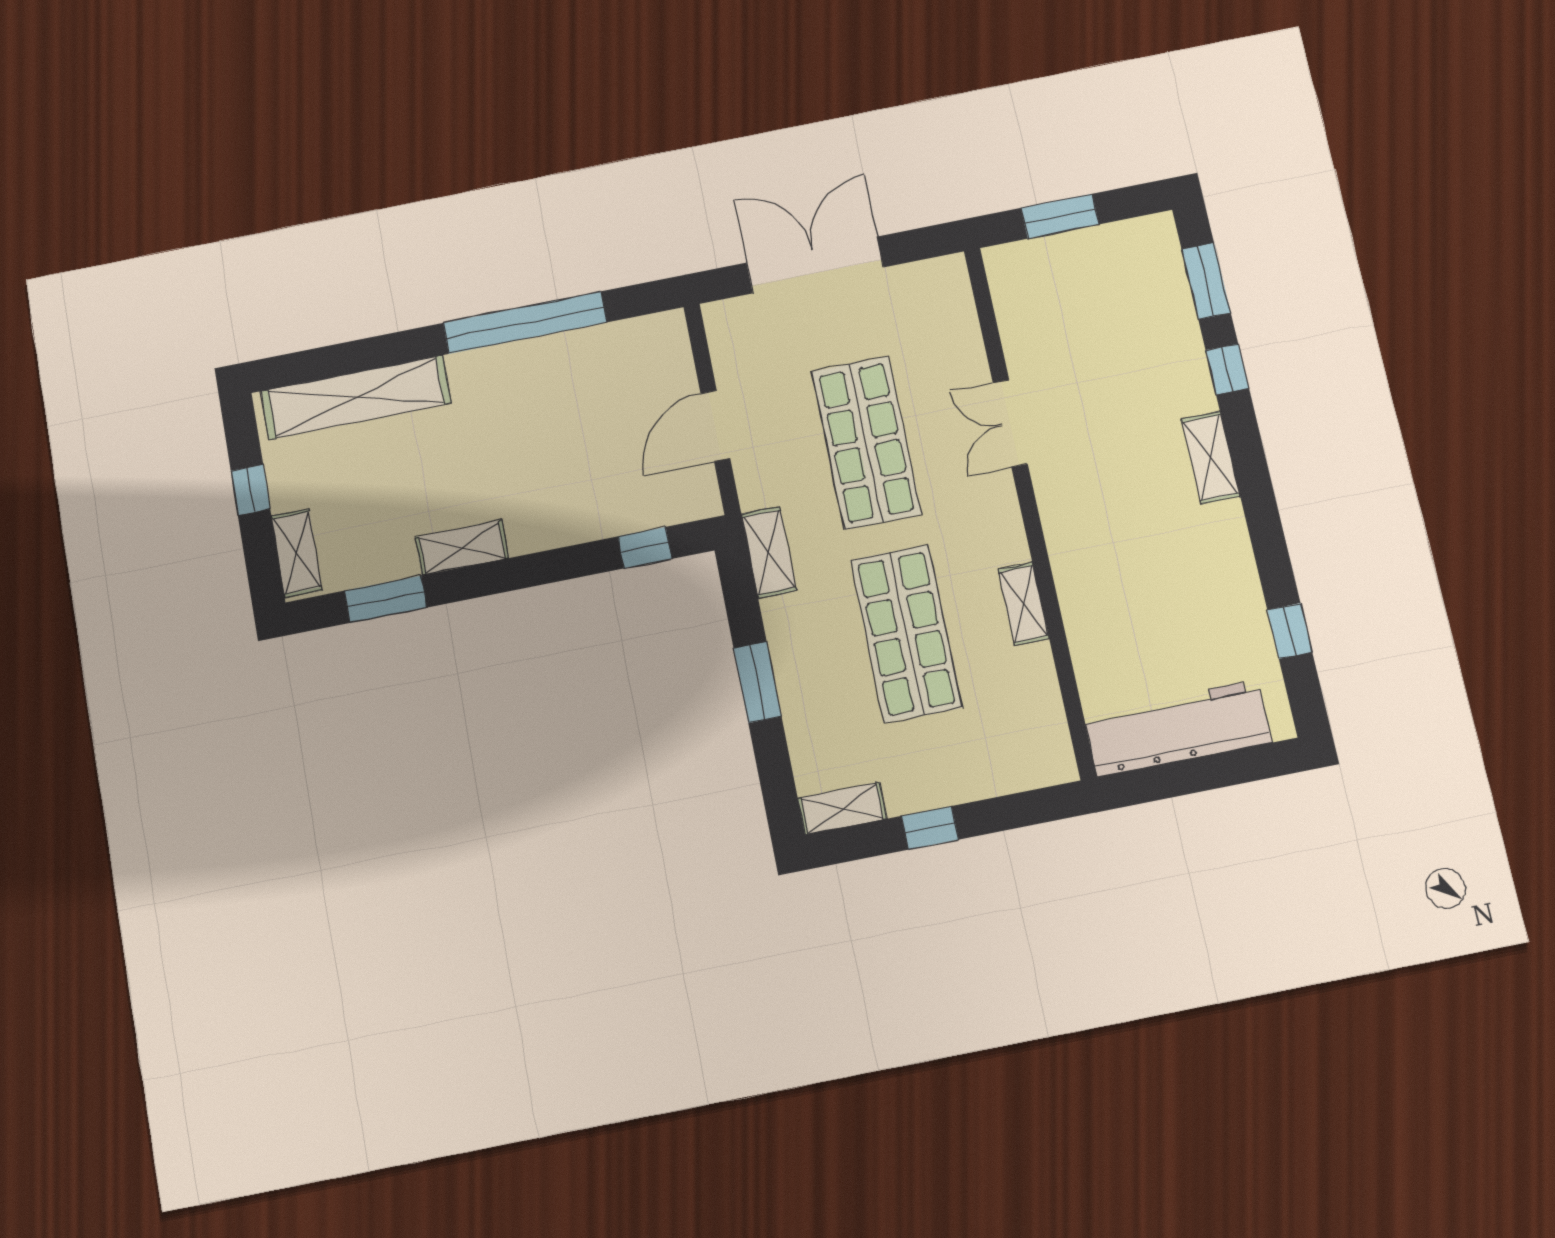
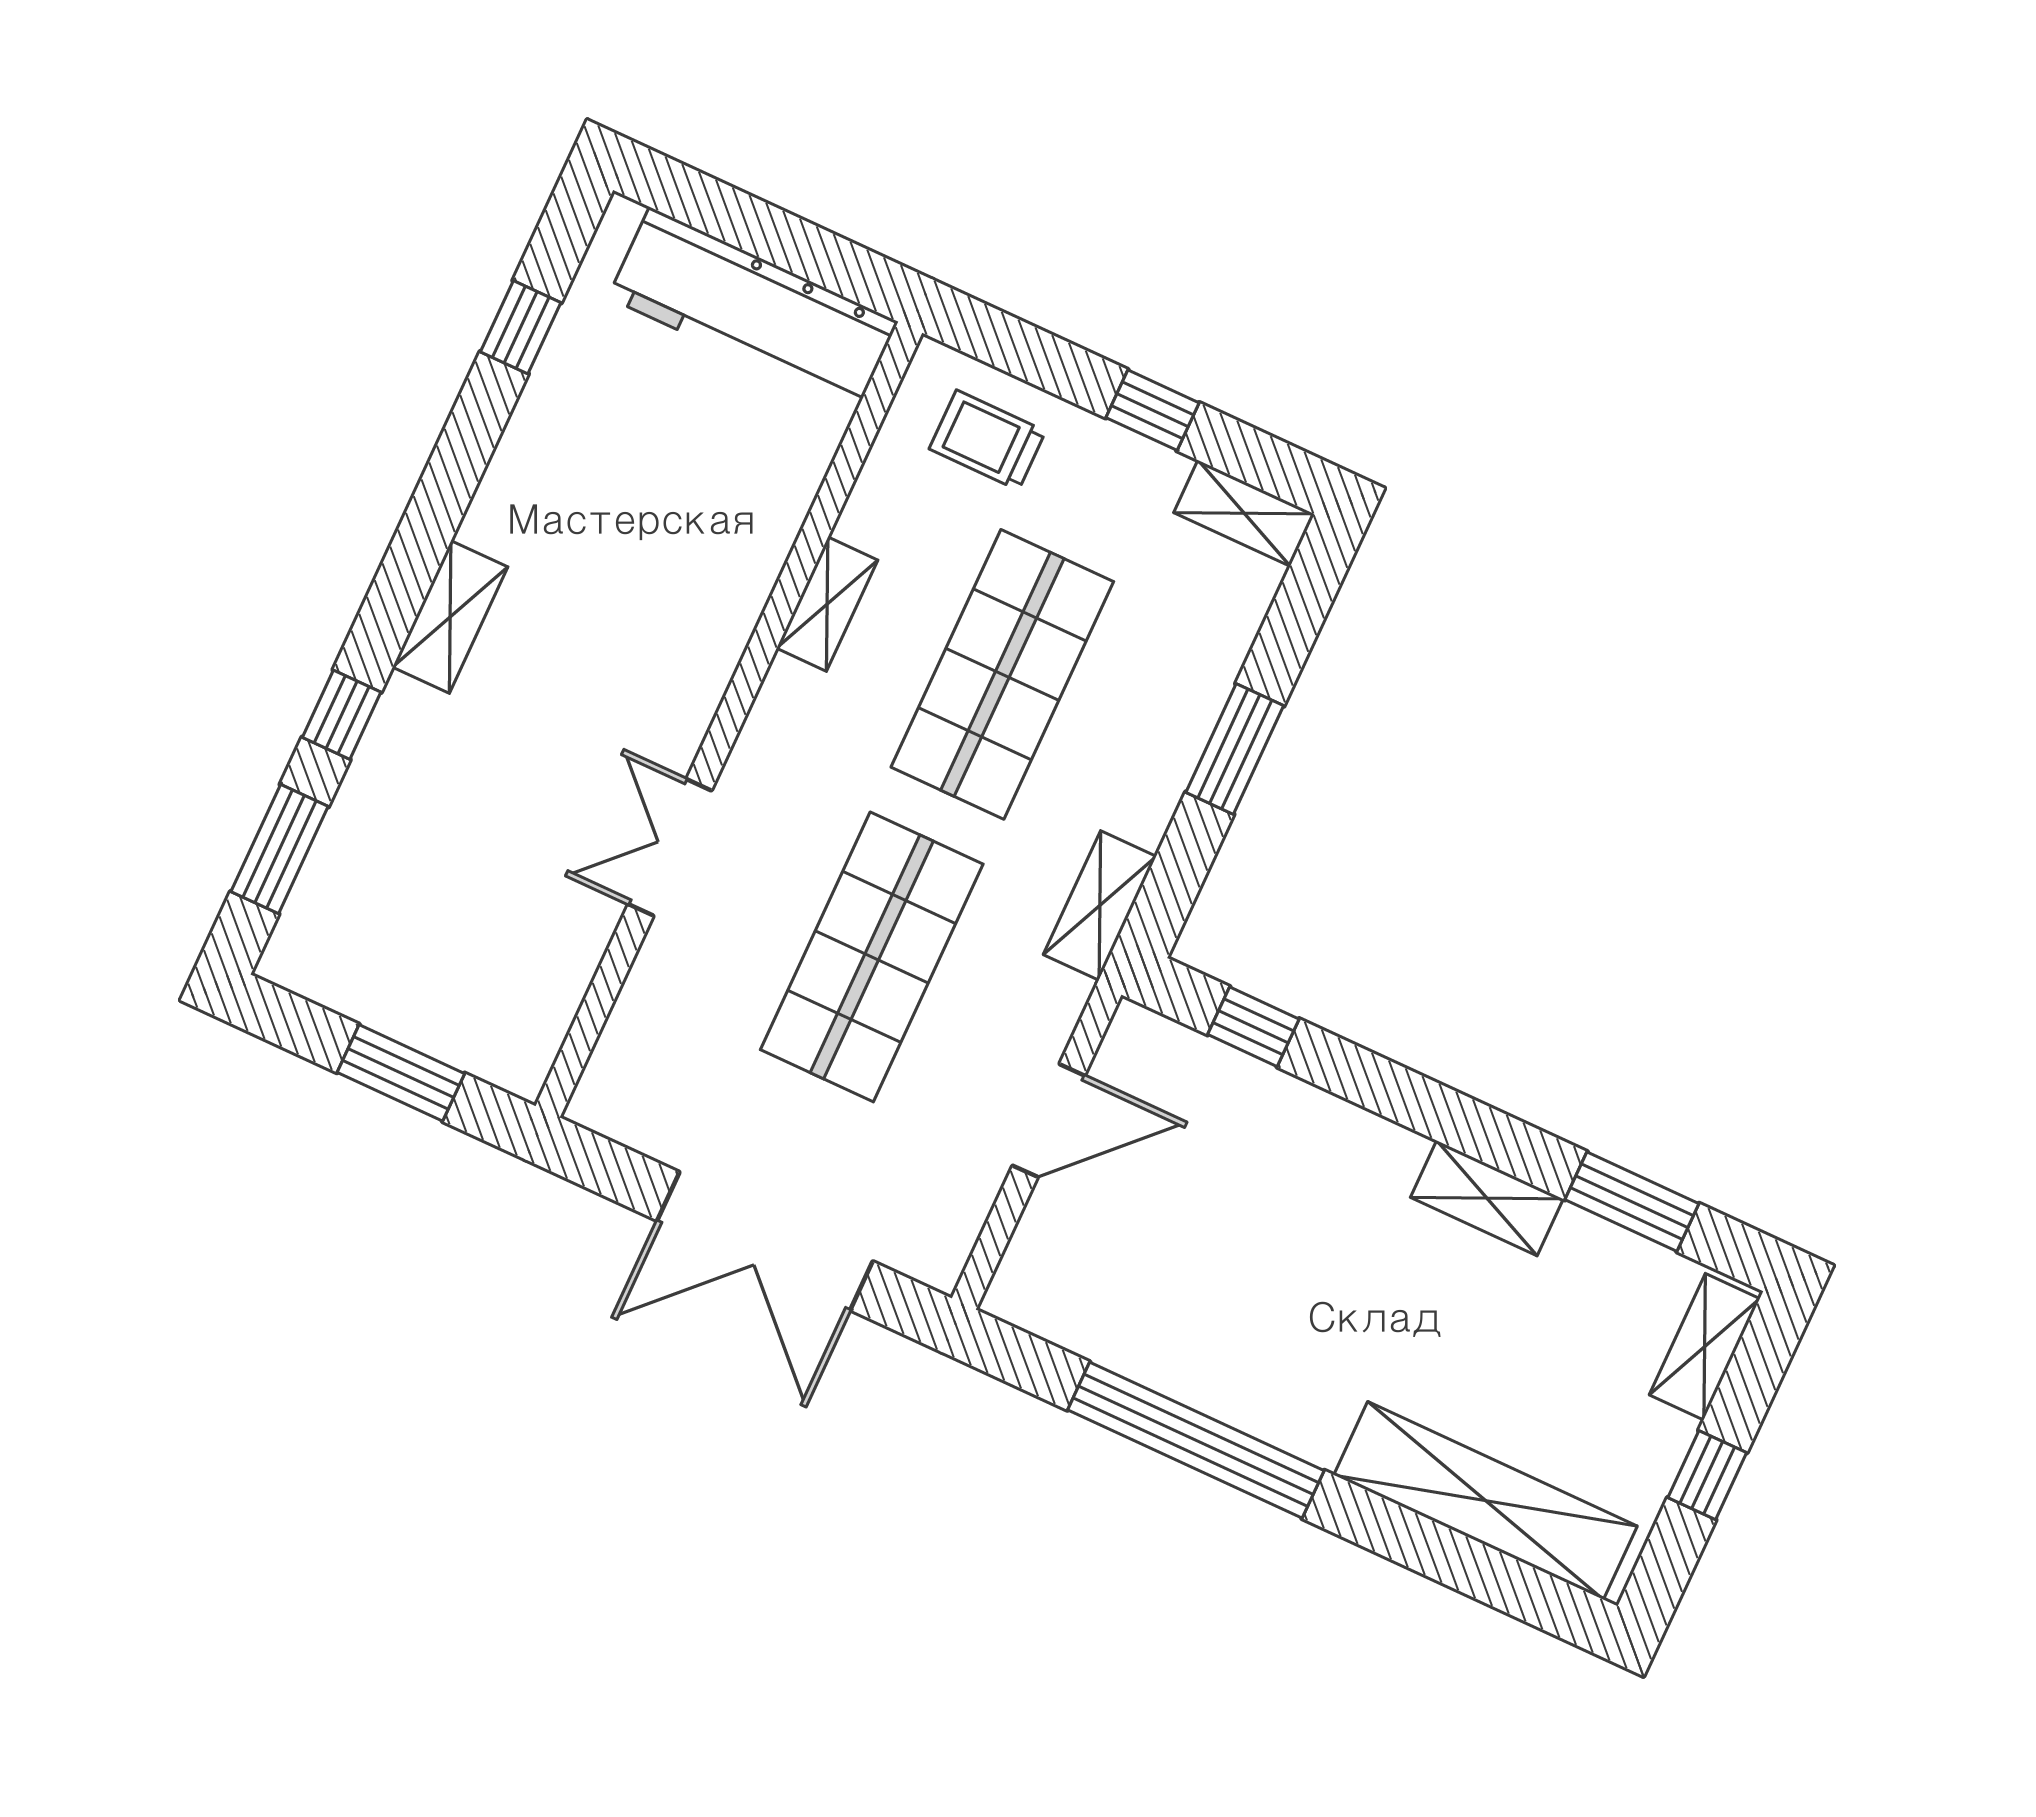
double door: (1010, 423) -> (670, 847), swing flipped
trolley: (1004, 749) -> (987, 440), added

